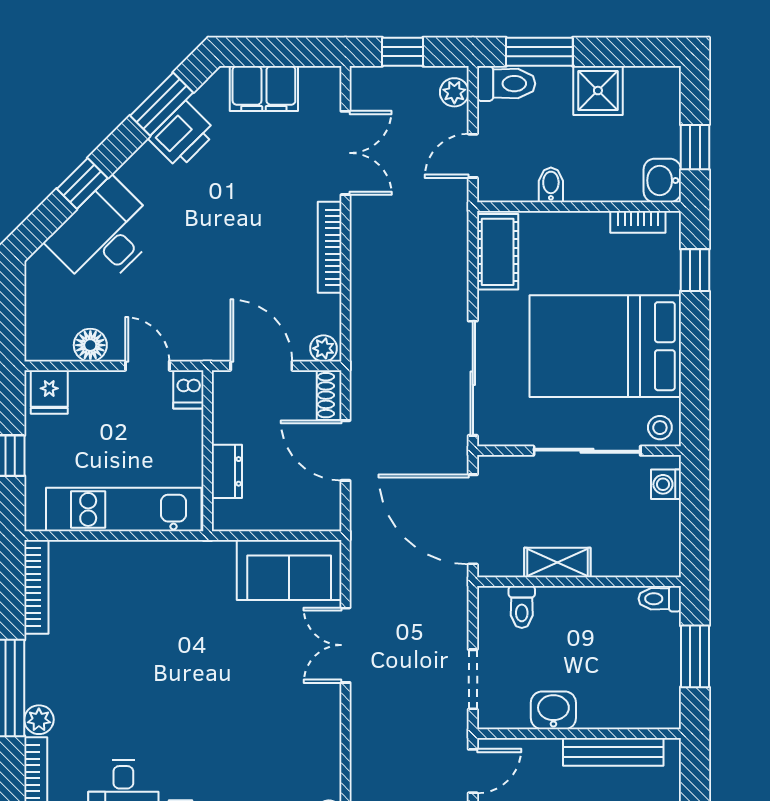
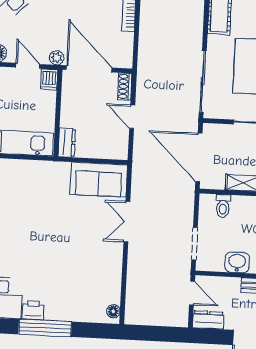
plant: (324, 348) -> (57, 58), moved
door: (261, 366) -> (89, 69), width x1.36
door: (346, 450) -> (132, 117), width x0.73
dresser: (227, 471) -> (67, 143), moved
door: (473, 771) -> (192, 293), hinge flipped

